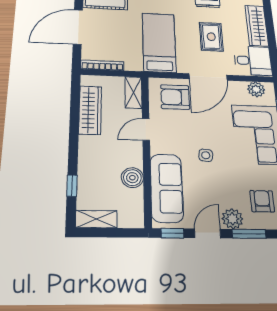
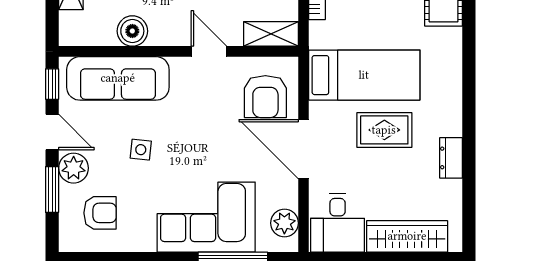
rug: (211, 37) -> (384, 130), moved
armchair: (175, 97) -> (265, 97), turned 180
side table: (206, 155) -> (141, 150), moved

